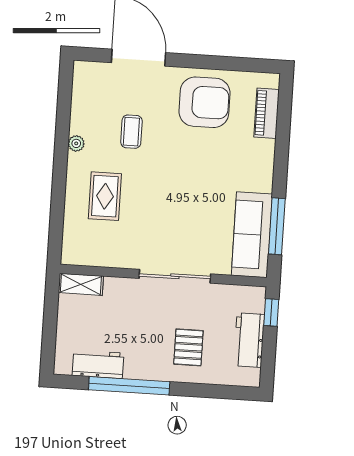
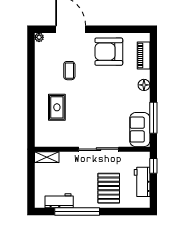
armchair: (204, 102) -> (109, 52), turned 180
plant: (76, 143) -> (39, 37), moved
floor lamp: (264, 166) -> (144, 85), added
sofa: (252, 235) -> (140, 130), width x0.73
pallet: (188, 347) -> (109, 188), width x1.50, depth x1.42

